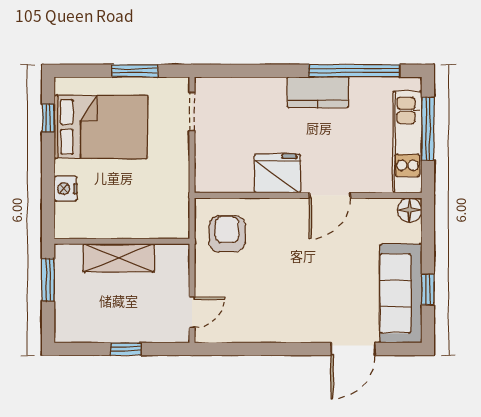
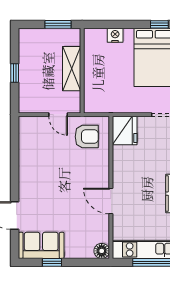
fridge: (277, 173) -> (125, 130), moved
sofa: (401, 293) -> (41, 245), width x0.73
door: (192, 312) -> (58, 115), moved

